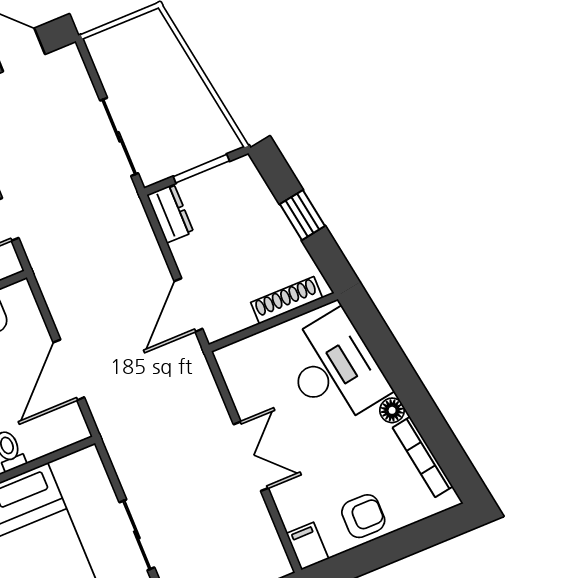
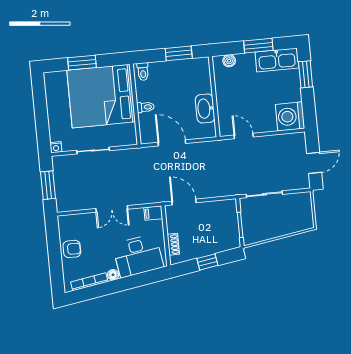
dresser: (170, 213) -> (225, 206), removed
shoe rack: (287, 300) -> (173, 244), width x0.70
armchair: (363, 516) -> (72, 249), turned -90
filing cabinet: (308, 546) -> (153, 213), moved, turned 180

